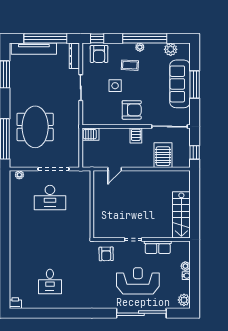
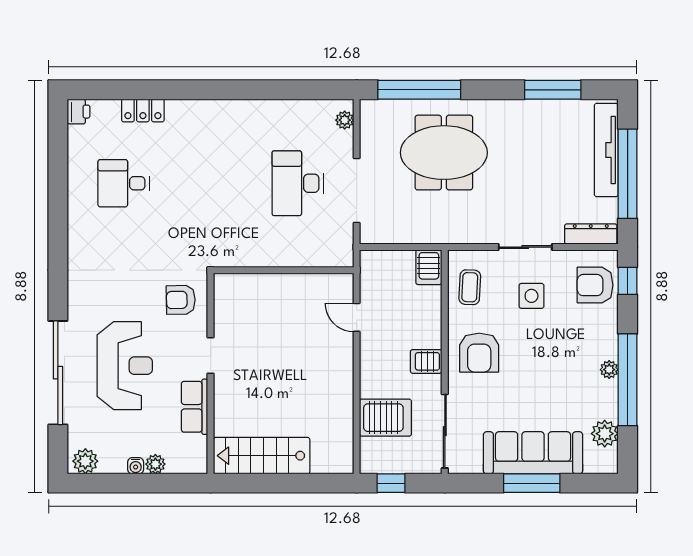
coffee table: (130, 65) -> (470, 287), moved
side table: (115, 86) -> (531, 296), moved
locker: (15, 272) -> (143, 110), added

